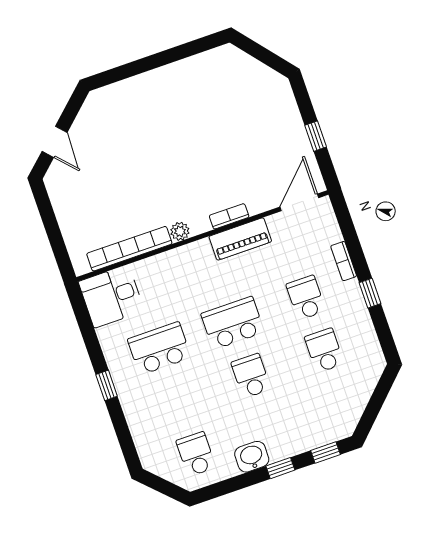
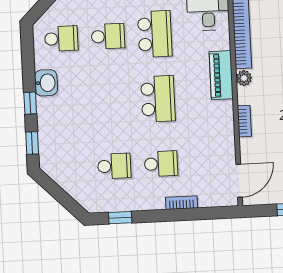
door: (299, 202) -> (239, 181), hinge flipped
piano: (240, 239) -> (221, 75), moved
window: (370, 293) -> (120, 218), moved
school desk: (251, 376) -> (108, 36), moved

